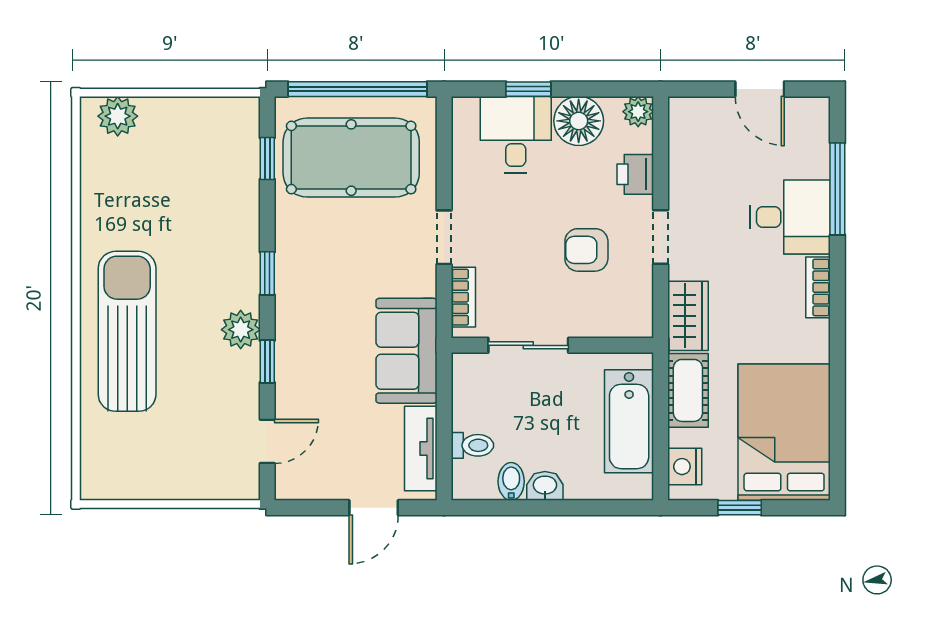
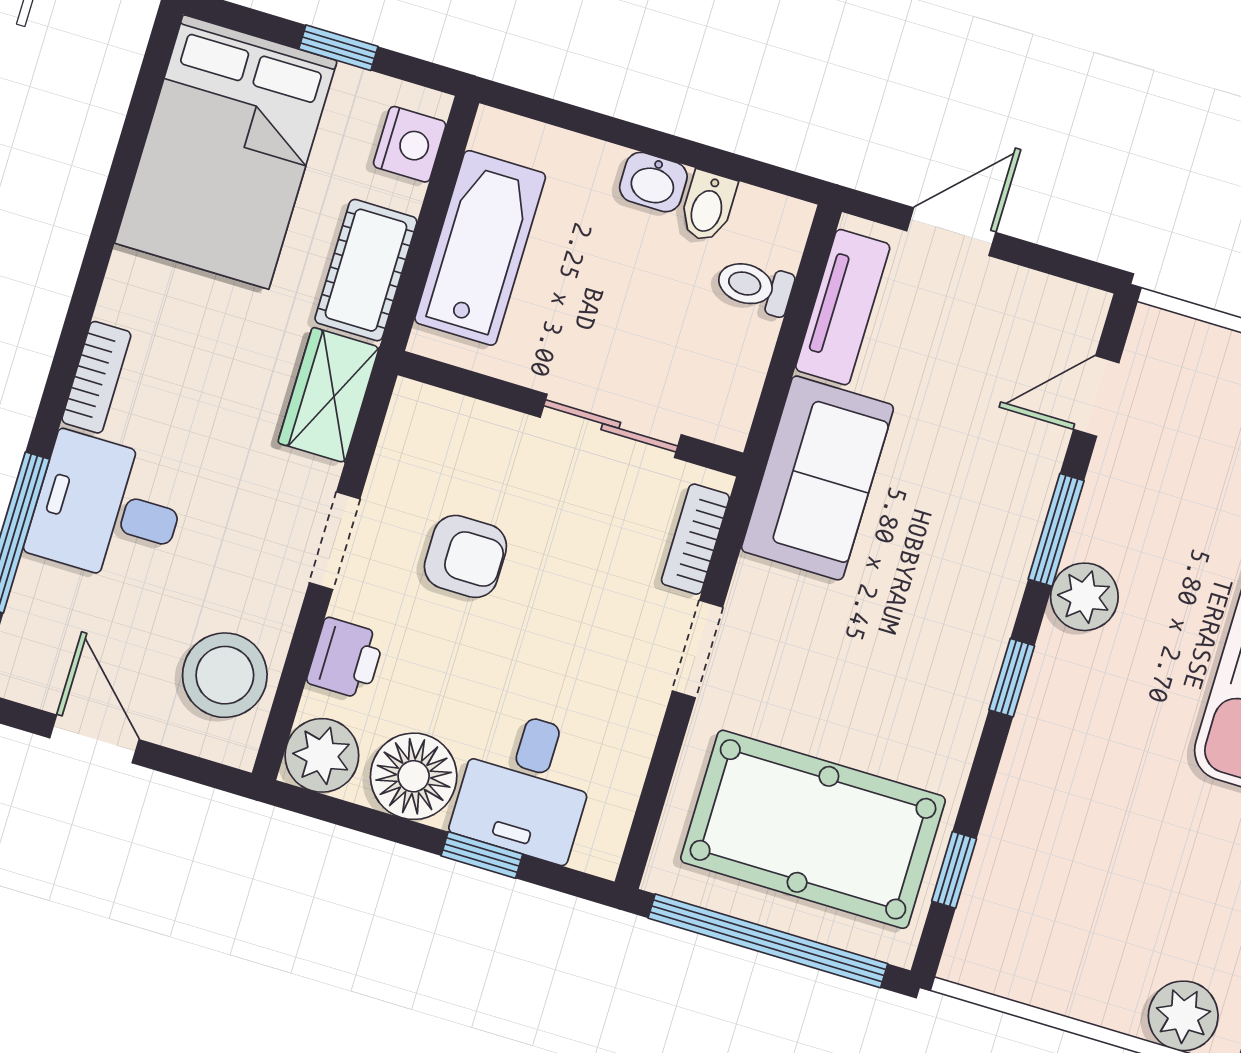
plant: (638, 112) -> (322, 755), width x1.38, depth x1.38
stool: (699, 145) -> (225, 675), added
window: (267, 362) -> (1056, 530), width x1.50

